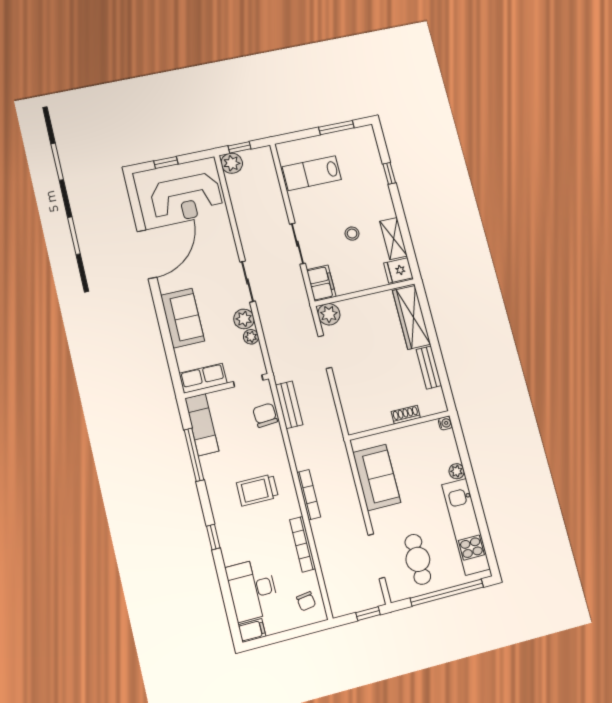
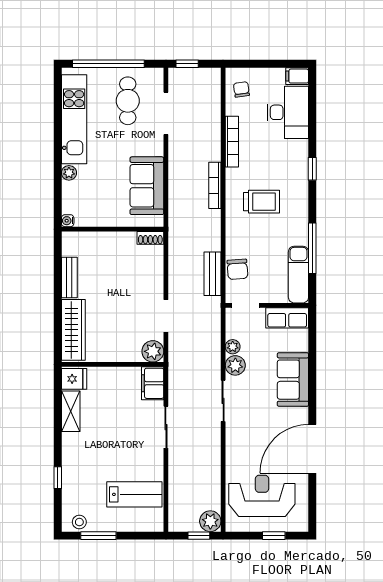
stool: (352, 234) -> (79, 522), moved
shoe rack: (406, 415) -> (150, 238), moved

